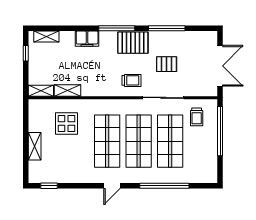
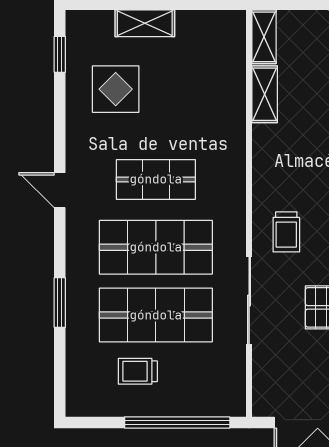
trolley: (197, 117) -> (138, 371), moved
display table: (66, 123) -> (116, 89), moved
shop shelf: (107, 141) -> (156, 179), width x0.70, depth x0.74
window: (164, 186) -> (60, 303), width x0.47

